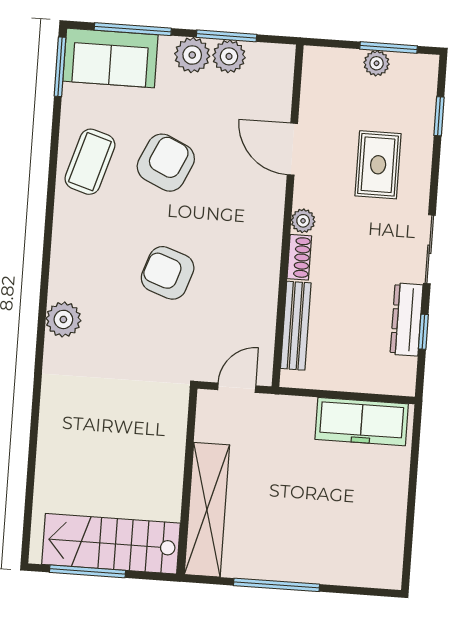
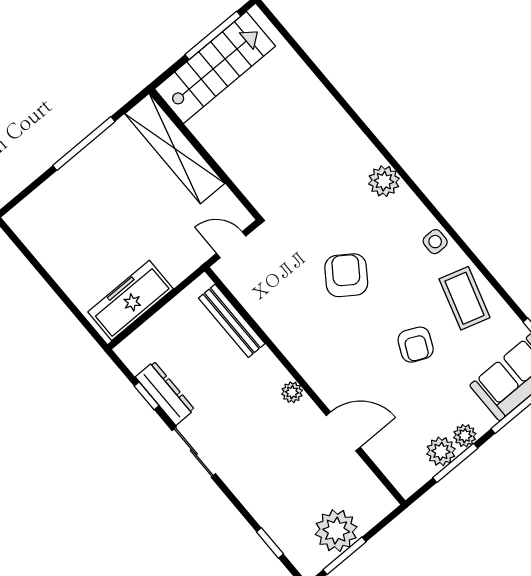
plant: (192, 55) -> (465, 436), width x0.73, depth x0.73
plant: (377, 63) -> (336, 531), width x1.88, depth x1.88
armchair: (166, 163) -> (416, 345), width x0.72, depth x0.72
rug: (378, 165) -> (279, 474), removed
side table: (69, 231) -> (435, 242), added
shoe rack: (299, 257) -> (272, 367), removed
armchair: (168, 273) -> (346, 275), turned -74
door: (237, 388) -> (231, 245), swing flipped

